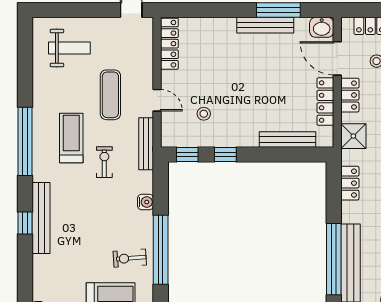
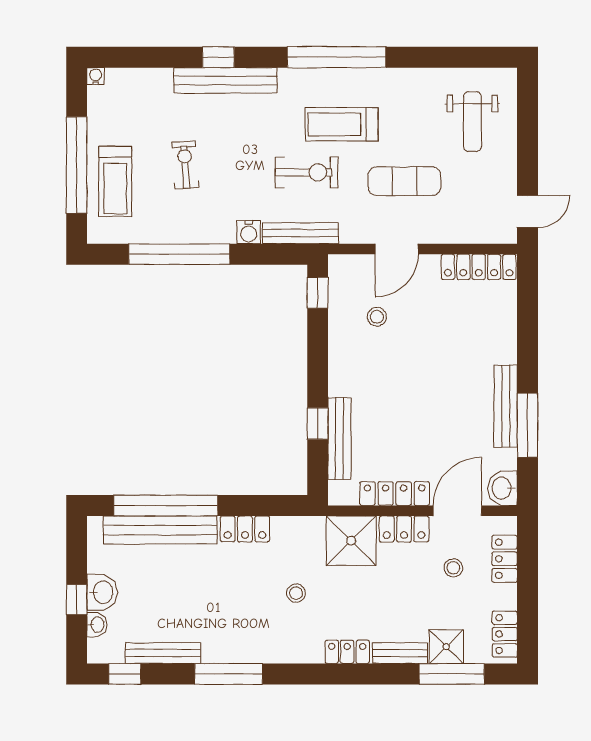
door: (157, 100) -> (397, 249), width x1.38
shower: (353, 136) -> (351, 541), width x1.36, depth x1.36
treadmill: (71, 138) -> (342, 124), turned 180
bench: (146, 144) -> (300, 233), moved
window: (225, 155) -> (318, 424), moved
exercise bike: (104, 162) -> (307, 172), width x1.38, depth x1.39
locker: (350, 183) -> (245, 529), moved
exercise bike: (130, 258) -> (185, 165), moved

